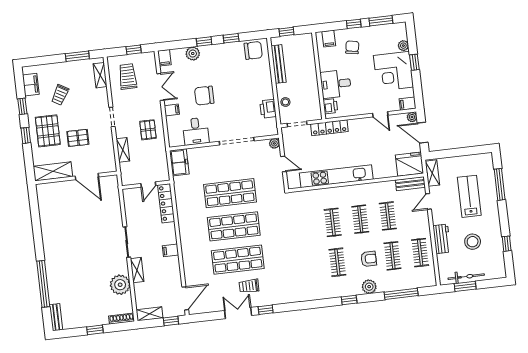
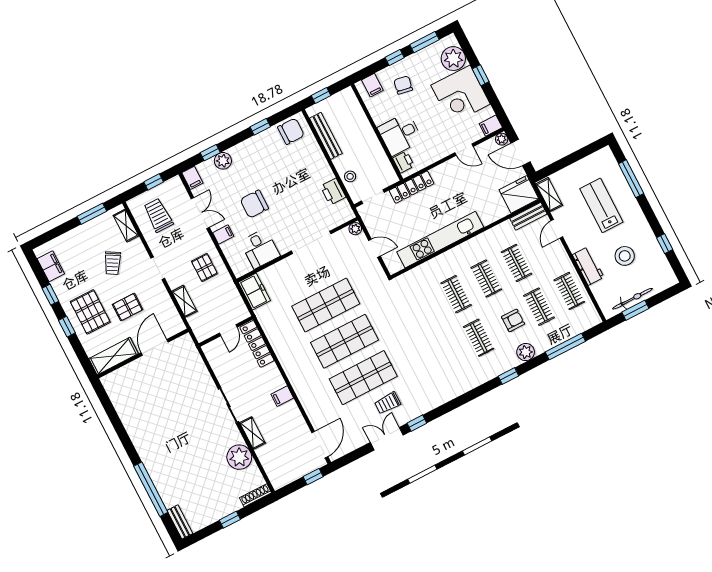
window: (204, 41) -> (210, 153), moved
plant: (403, 46) -> (453, 59), width x1.88, depth x1.88
trolley: (60, 95) -> (113, 263), moved
door: (87, 177) -> (155, 347), swing flipped
shelving: (150, 314) -> (286, 478), removed

